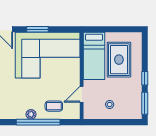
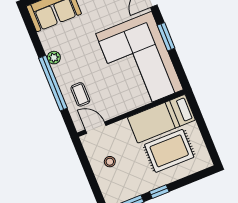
door: (82, 94) -> (96, 128), moved
plant: (31, 114) -> (54, 58), moved

